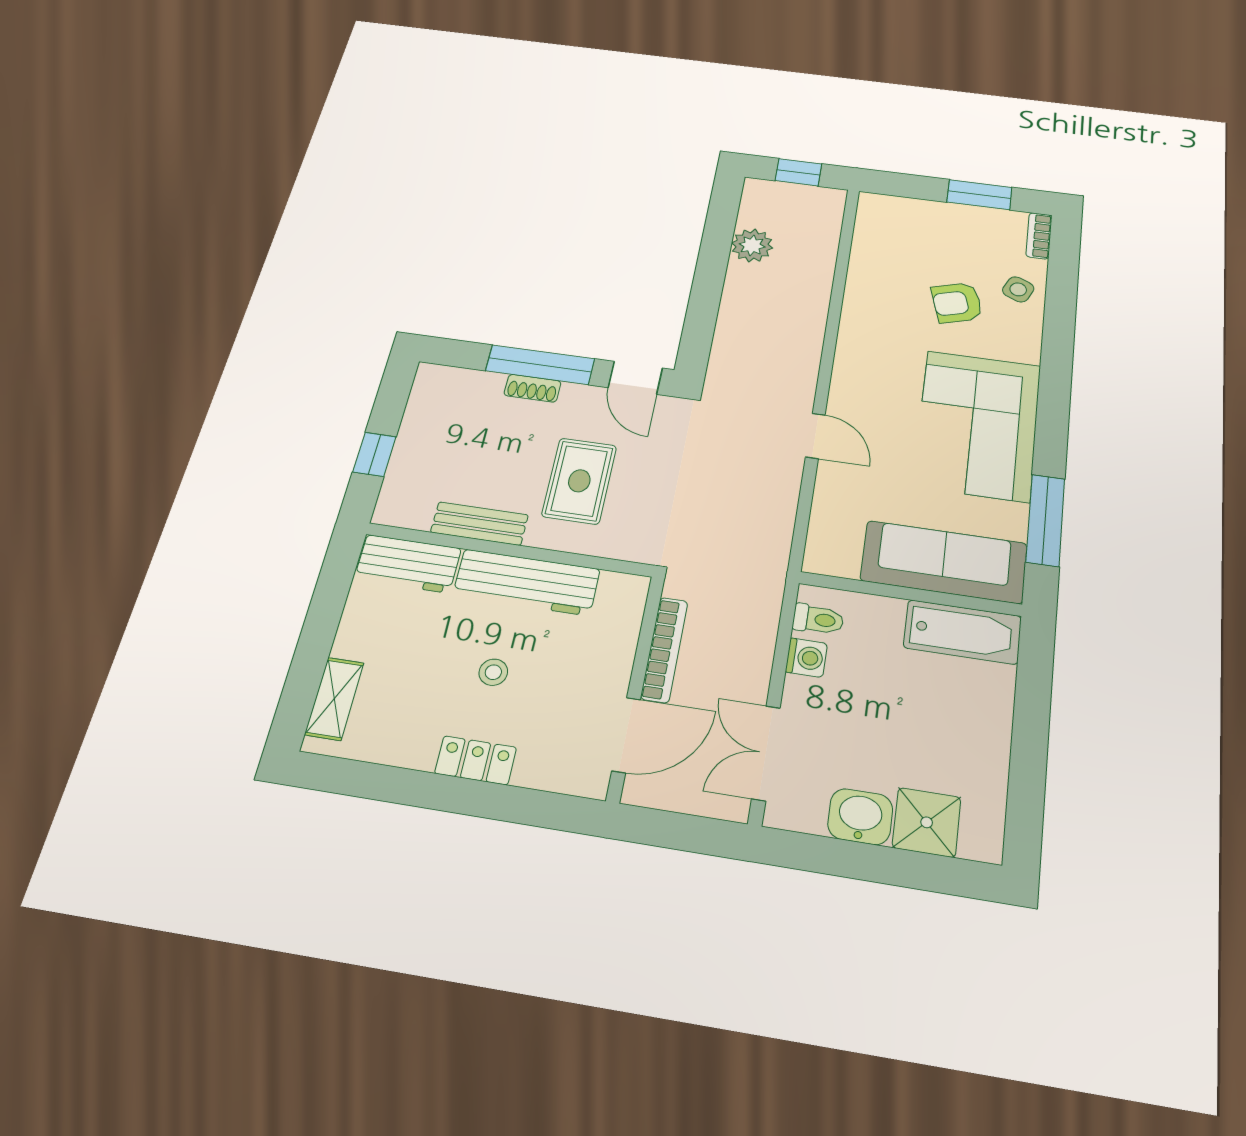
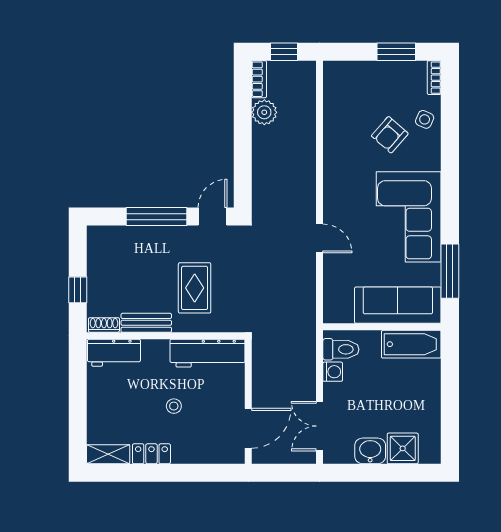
armchair: (957, 303) -> (390, 135), turned -32
door: (635, 378) -> (213, 217), swing flipped
shoe rack: (532, 388) -> (104, 325), moved, turned 180
workbench: (526, 582) -> (208, 353), moved
toilet: (818, 619) -> (341, 349), width x1.37, depth x1.39
bookcase: (664, 650) -> (259, 79), moved, width x0.64
shelving: (334, 699) -> (108, 454), moved, turned 90
locker: (476, 760) -> (151, 454), moved

